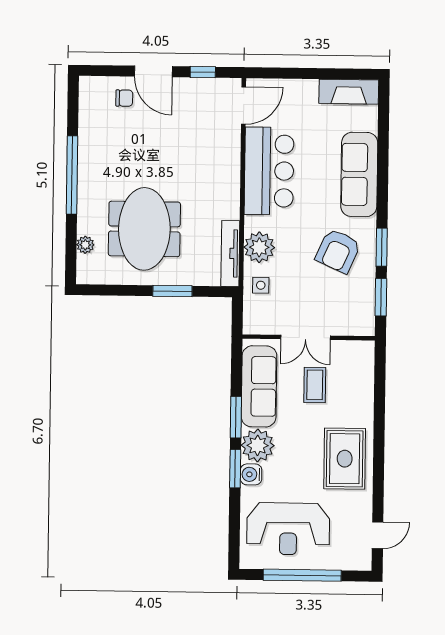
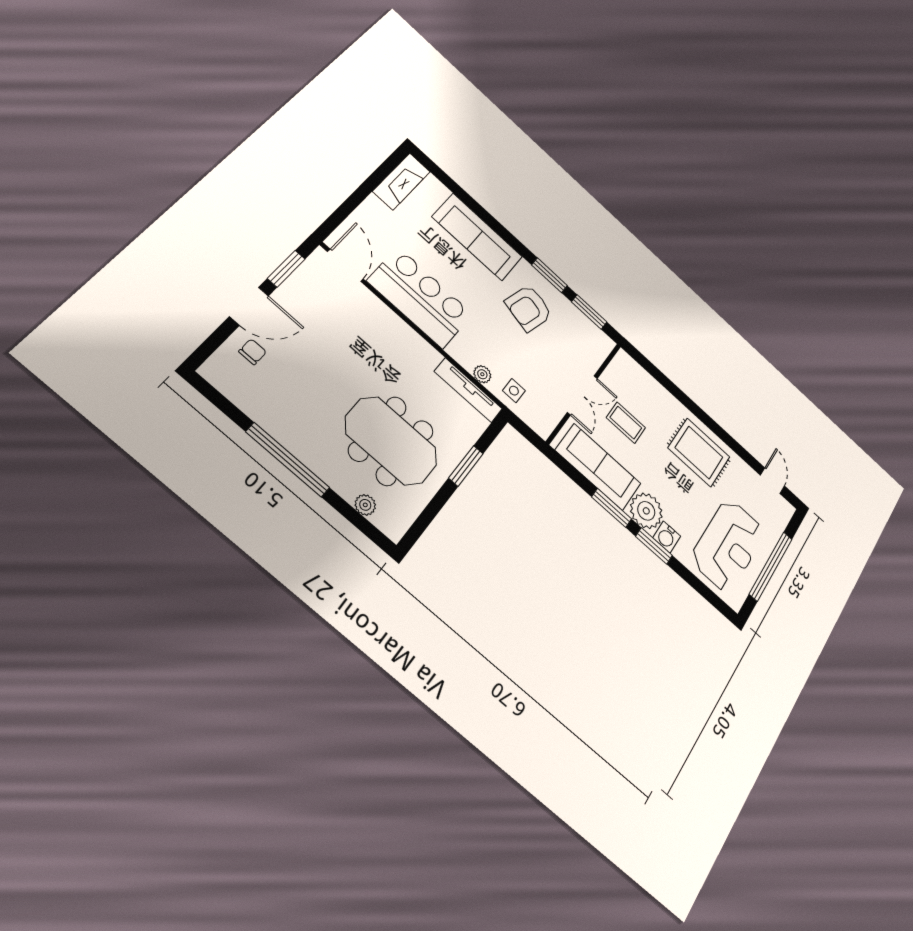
window: (203, 72) -> (286, 269), width x1.50
plant: (259, 247) -> (482, 374), width x0.53, depth x0.53
armchair: (338, 251) -> (529, 308), turned 80

